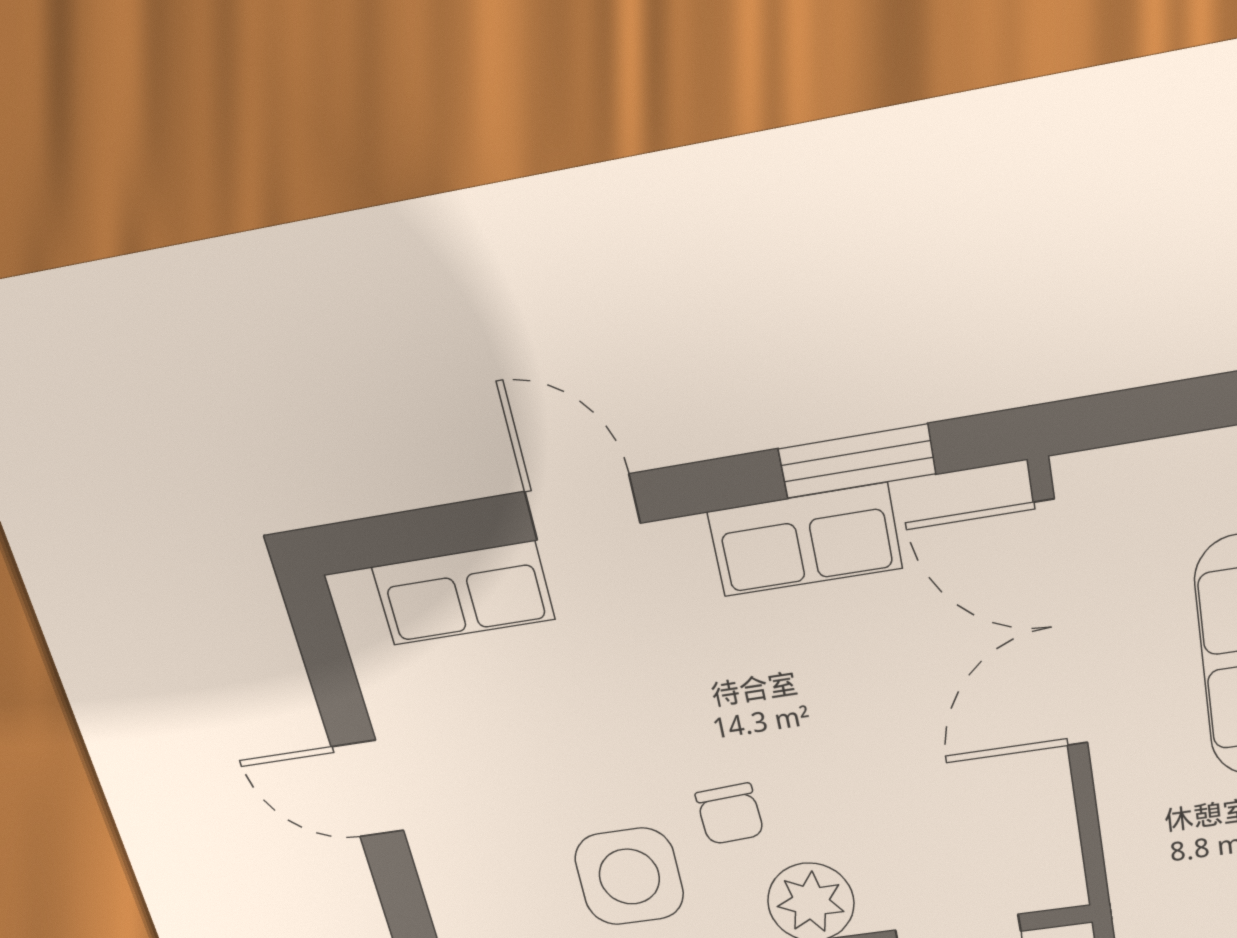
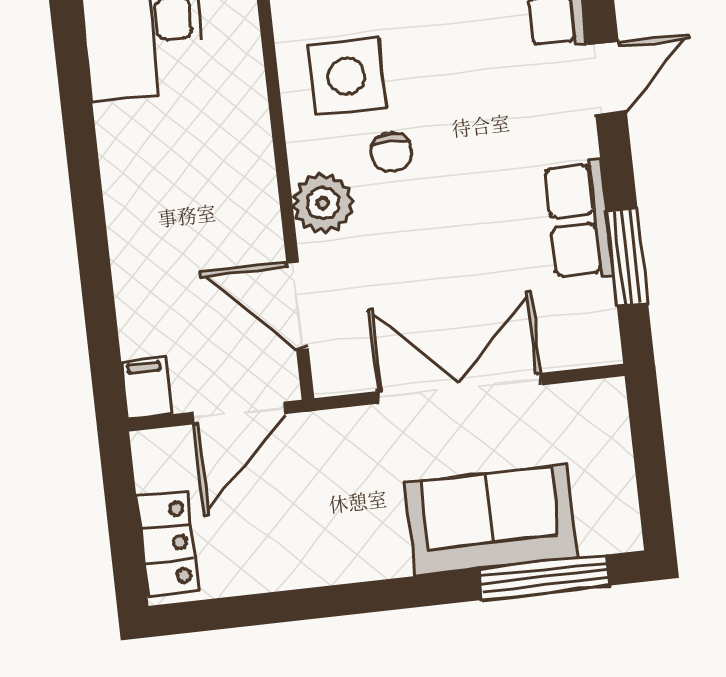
double door: (1061, 626) -> (460, 388), moved
chair: (730, 814) -> (392, 152), turned -87

